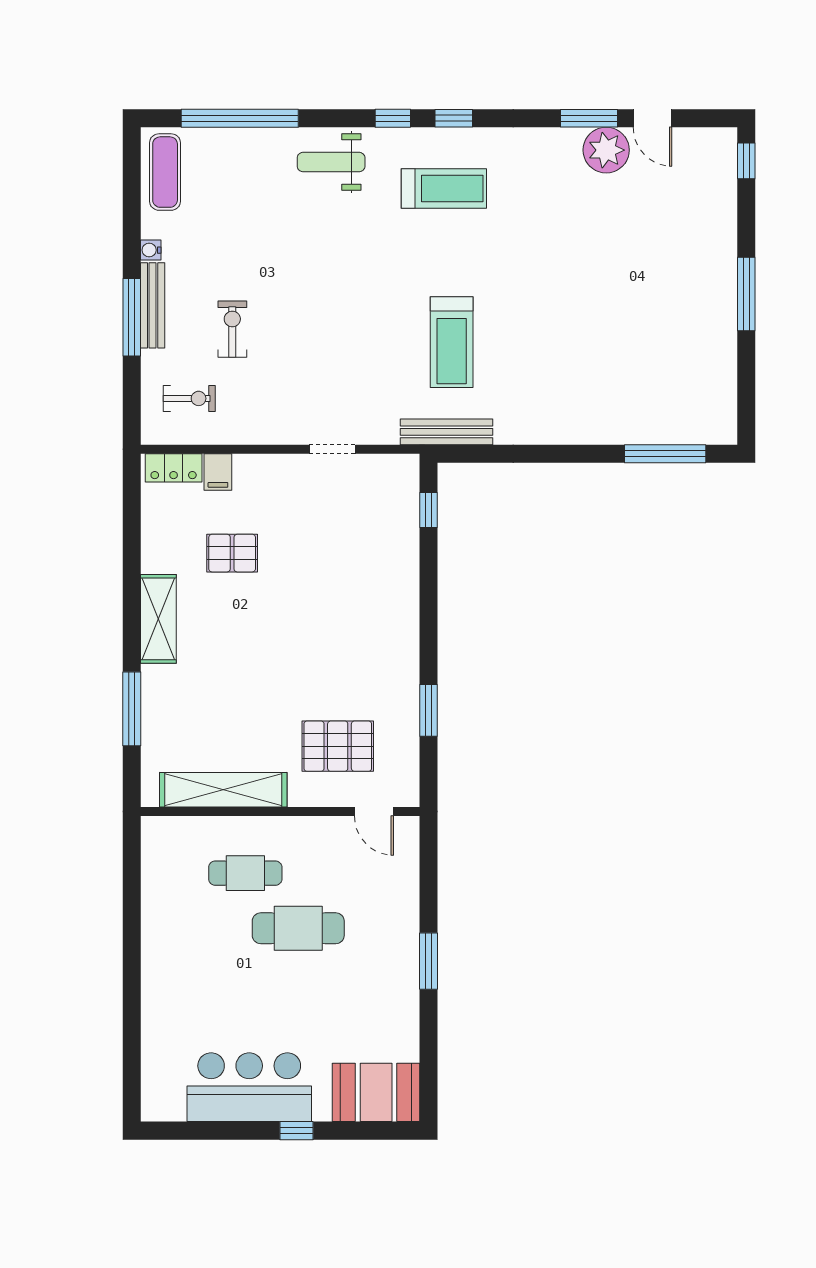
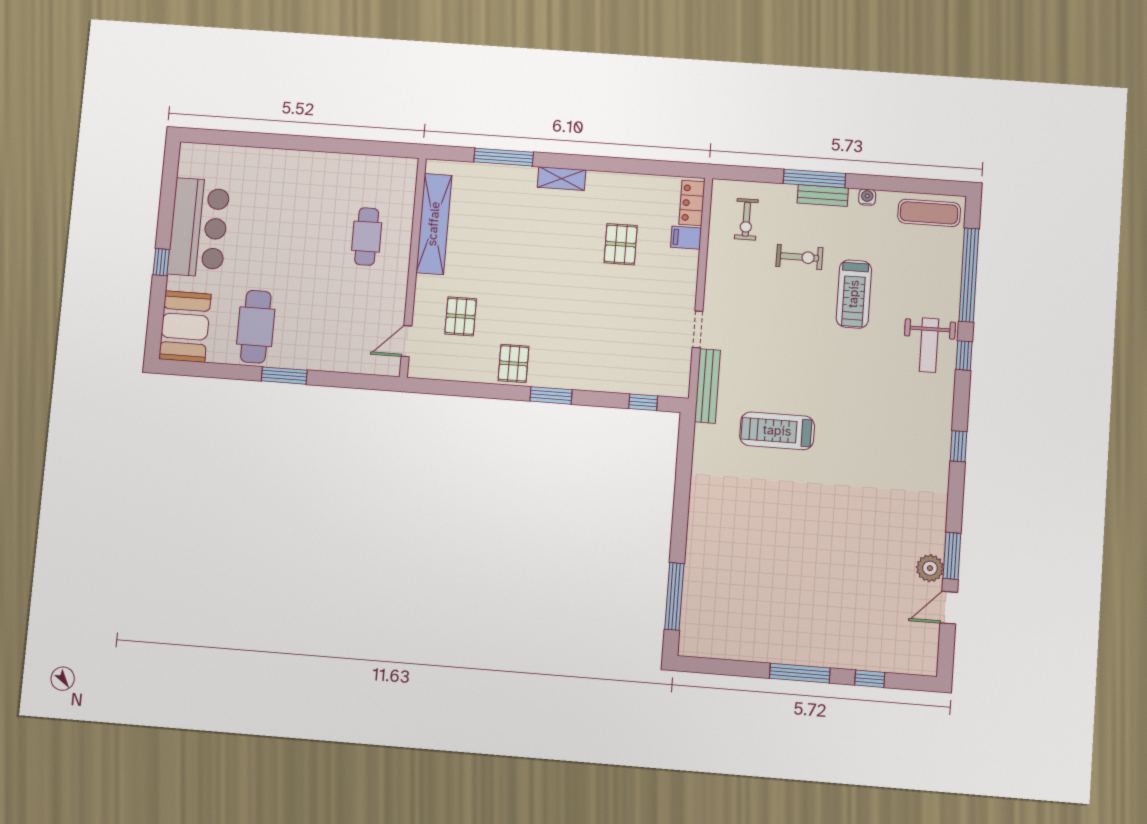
window: (393, 118) -> (964, 356), moved
plant: (606, 150) -> (930, 568), width x0.73, depth x0.73
window: (746, 161) -> (870, 679), moved
weight bench: (331, 162) -> (929, 345), turned 180
treadmill: (444, 188) -> (854, 294), moved
bench: (153, 305) -> (823, 196), width x0.73
bench: (447, 432) -> (707, 386), moved
shelving: (158, 619) -> (562, 178), width x0.67, depth x0.75
pallet: (392, 675) -> (513, 363), added
window: (429, 710) -> (551, 395), moved
pallet: (338, 746) -> (461, 316), width x0.67, depth x0.71
cafe table: (298, 928) -> (256, 327), moved

